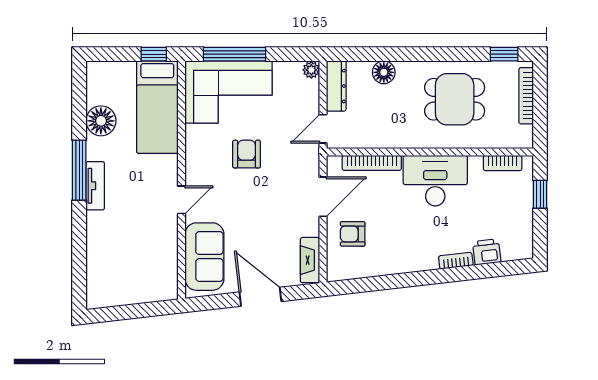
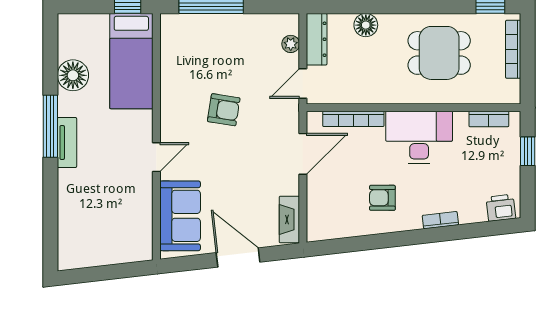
plant: (311, 70) -> (291, 44), moved
corner sofa: (228, 92) -> (205, 46), removed
armchair: (247, 154) -> (224, 110), turned 99
armchair: (353, 234) -> (382, 198), moved
printer: (487, 252) -> (501, 208), moved

